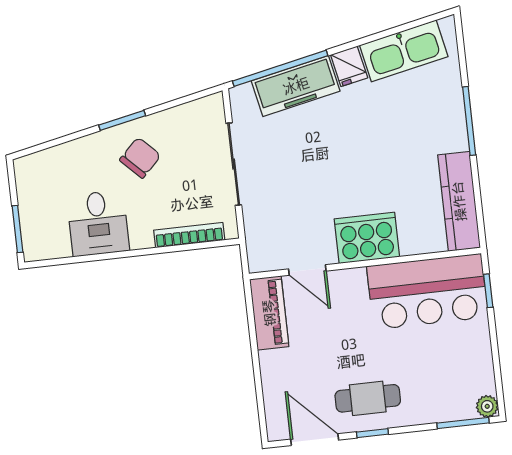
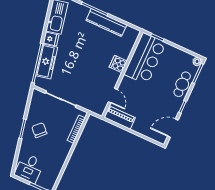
kitchen counter: (459, 201) -> (106, 23), moved
desk: (98, 223) -> (29, 168), moved, turned 90
cooker: (367, 238) -> (118, 64), width x0.53, depth x0.76
door: (307, 270) -> (113, 96), hinge flipped
cafe table: (368, 398) -> (182, 84), moved

